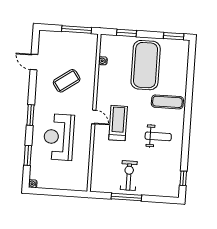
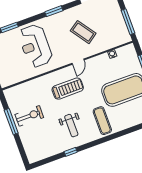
window: (30, 115) -> (54, 11), moved
door: (94, 117) -> (78, 62), moved
reception desk: (59, 137) -> (35, 46), turned -90
window: (183, 178) -> (71, 152), moved

